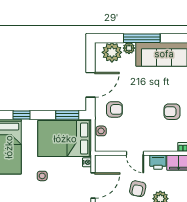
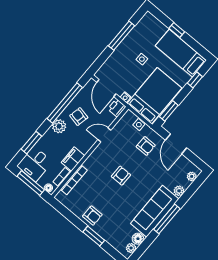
window: (142, 38) -> (167, 219), moved
plant: (112, 52) -> (192, 176), width x0.53, depth x0.53
armchair: (114, 109) -> (146, 146), turned -90
armchair: (172, 112) -> (121, 176), moved
printer: (158, 162) -> (117, 108), moved

